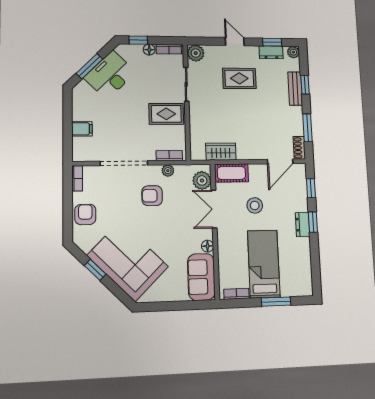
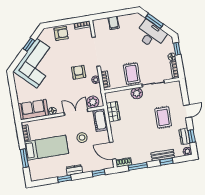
plant: (196, 53) -> (137, 93), moved
window: (313, 222) -> (65, 179), moved

